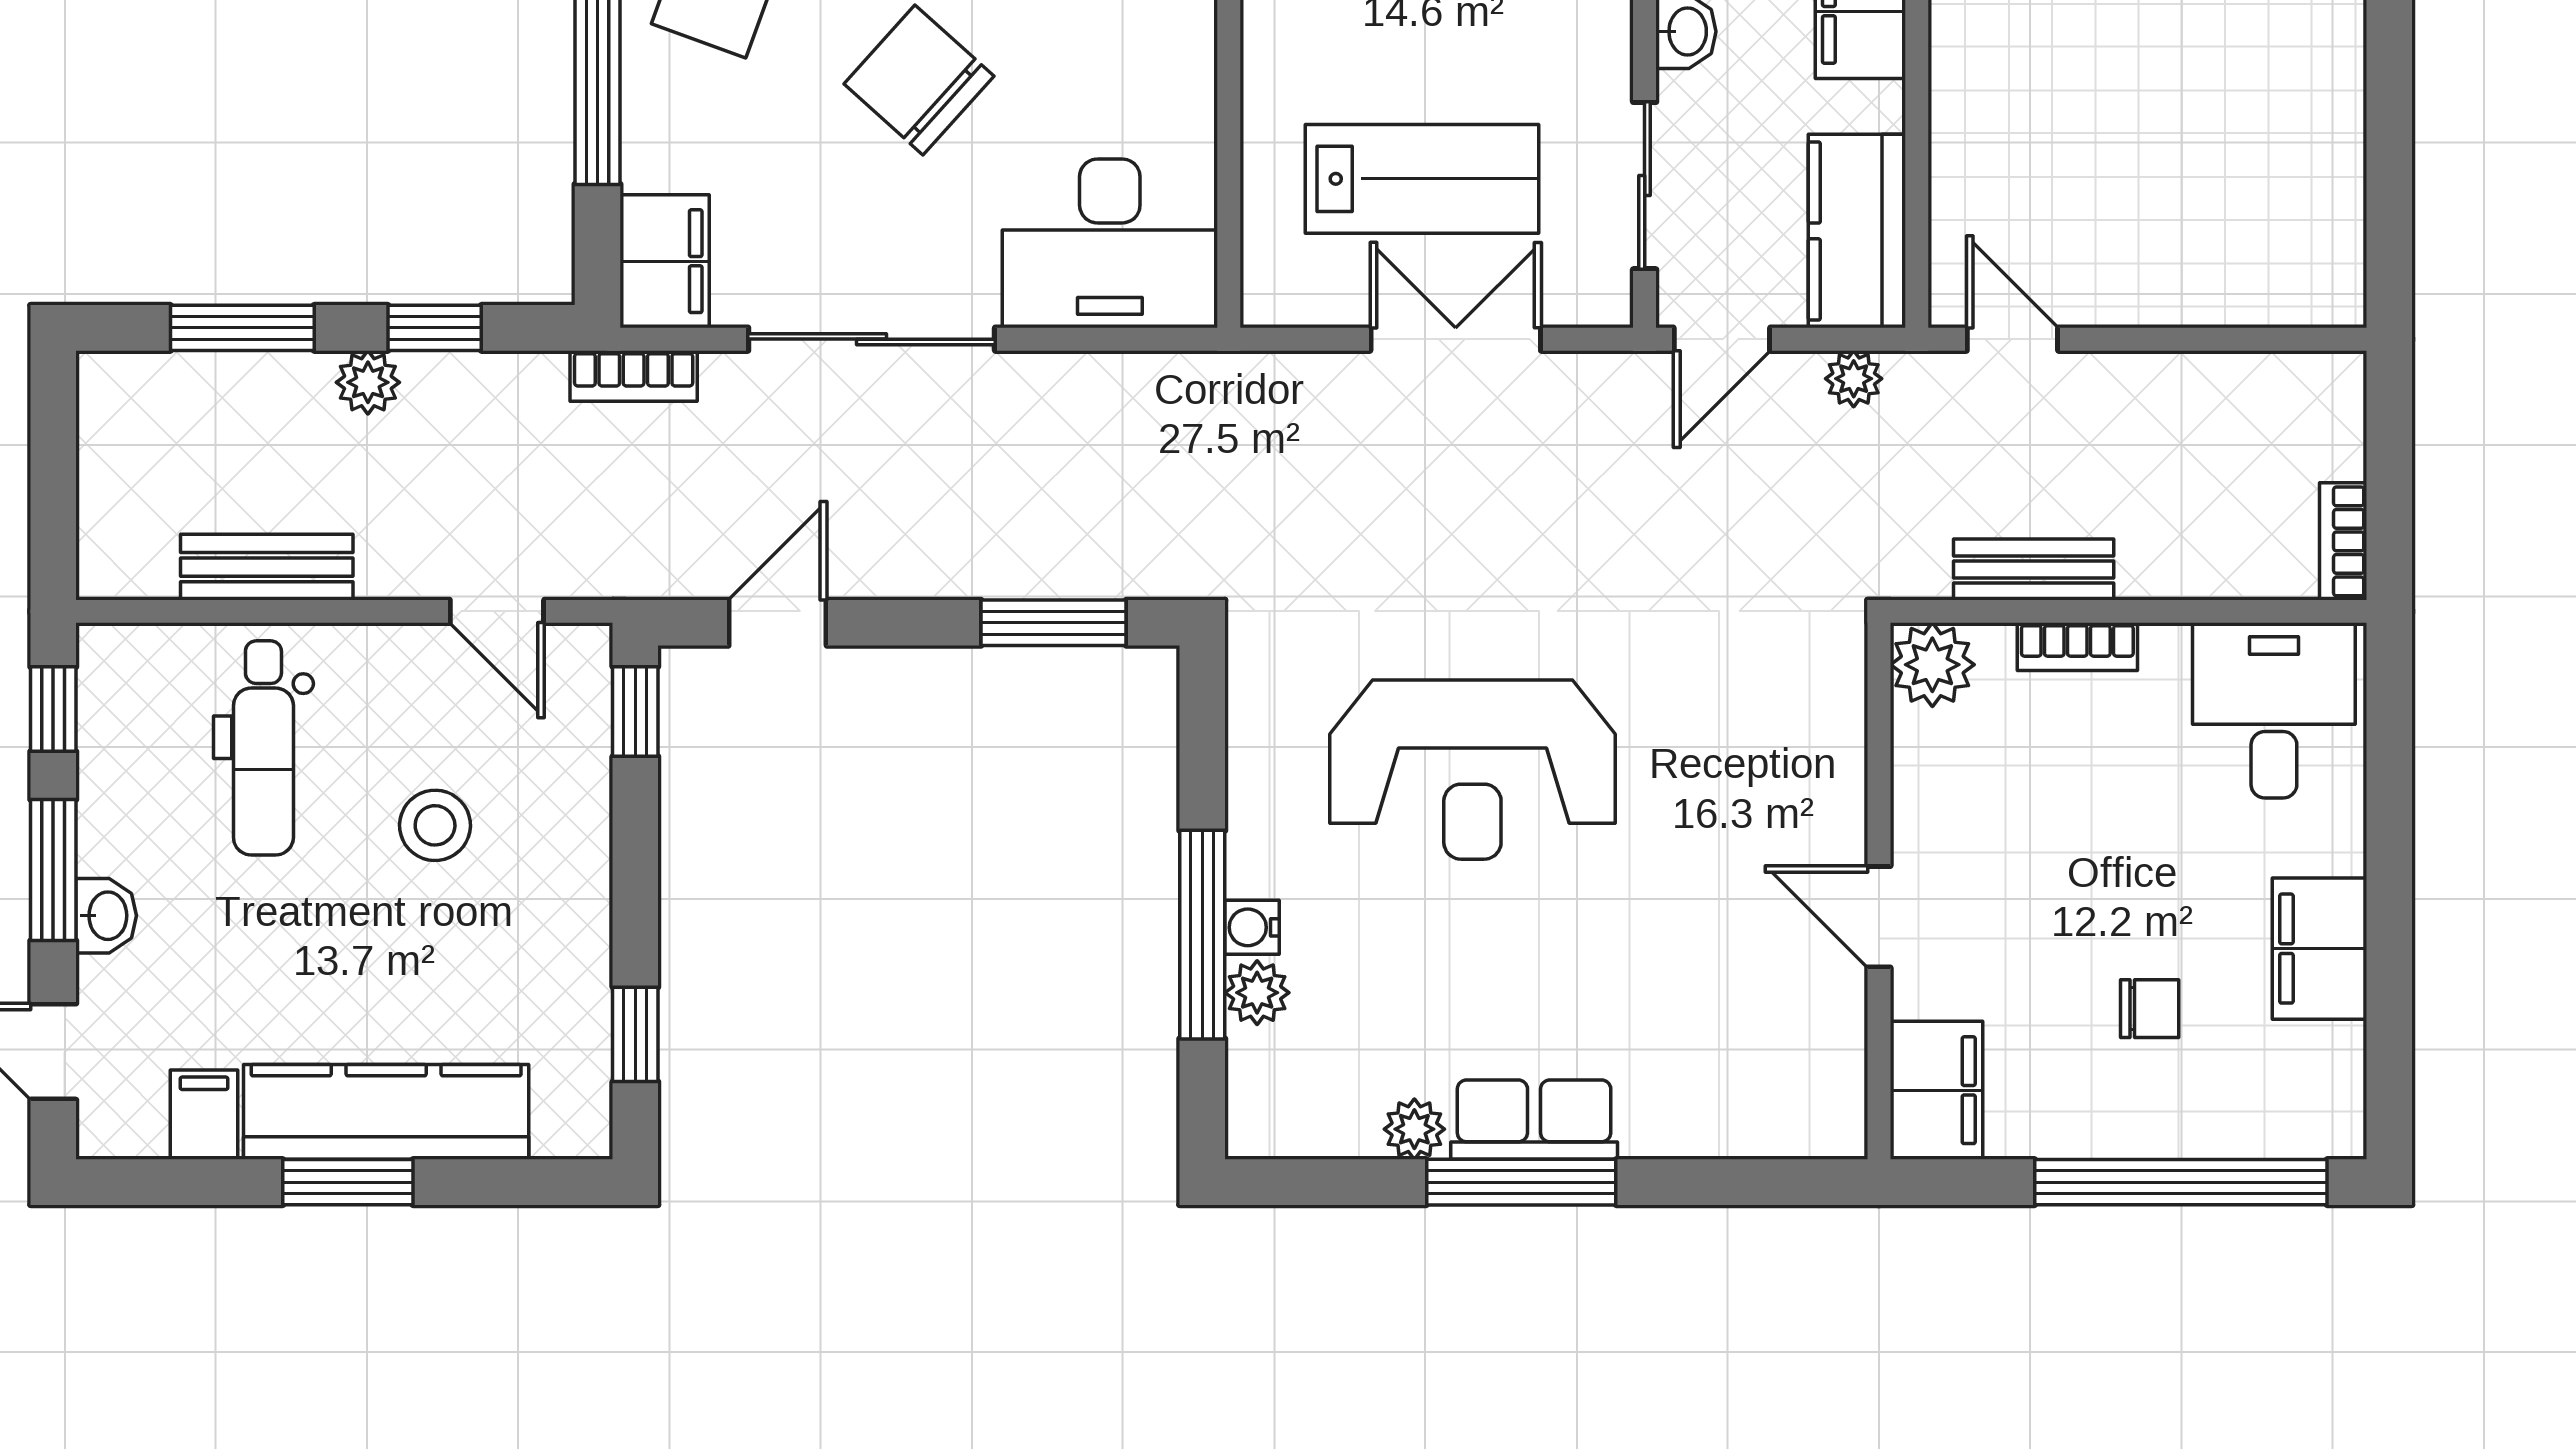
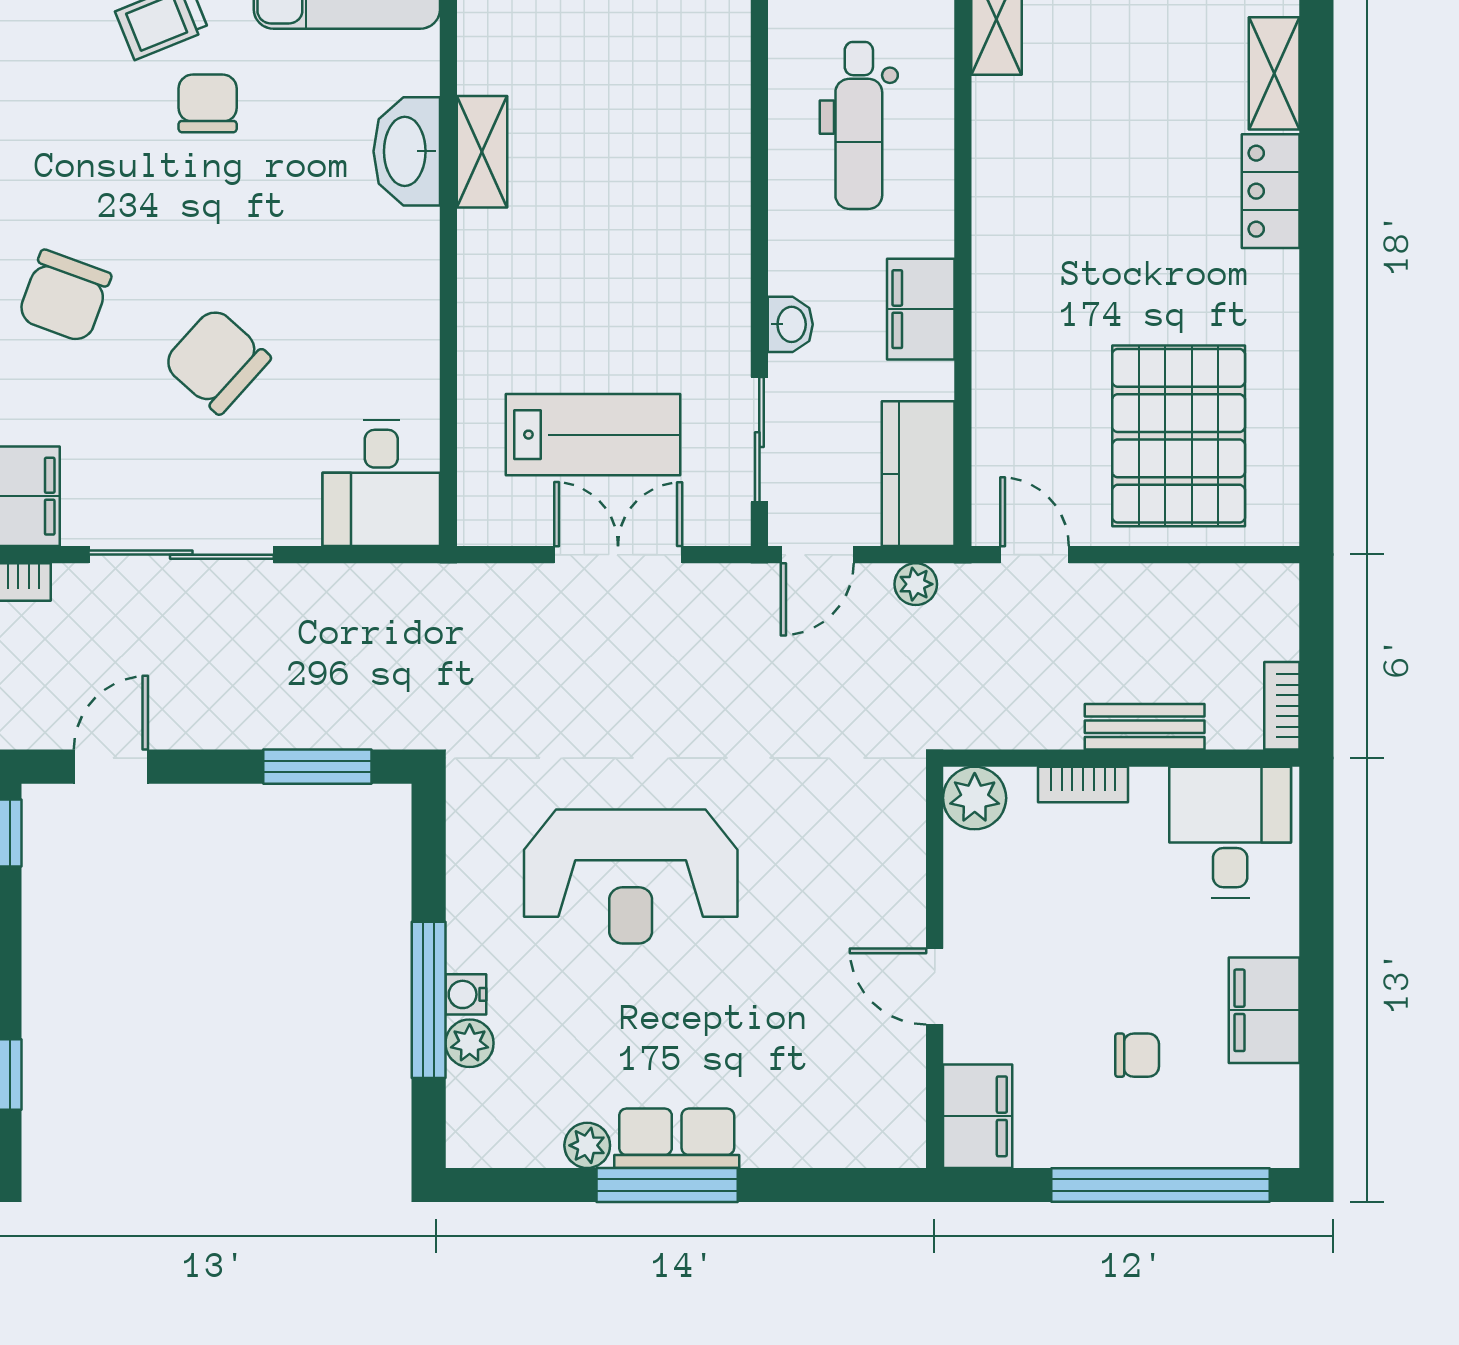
pallet: (2205, 180) -> (1179, 436), added
desk: (1110, 243) -> (381, 483), width x0.73
bench: (2034, 569) -> (1145, 727), moved

